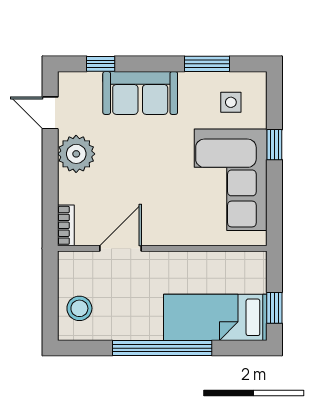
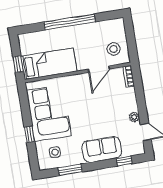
plant: (76, 154) -> (134, 117), width x0.53, depth x0.53
stool: (79, 308) -> (114, 49), moved
window: (274, 308) -> (18, 64), moved
bed: (215, 317) -> (49, 64), moved

